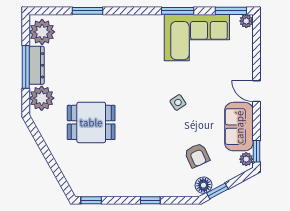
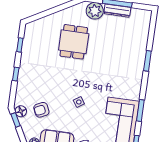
window: (87, 11) -> (147, 61), moved
plant: (42, 32) -> (139, 17), removed
window: (91, 200) -> (20, 45), moved

